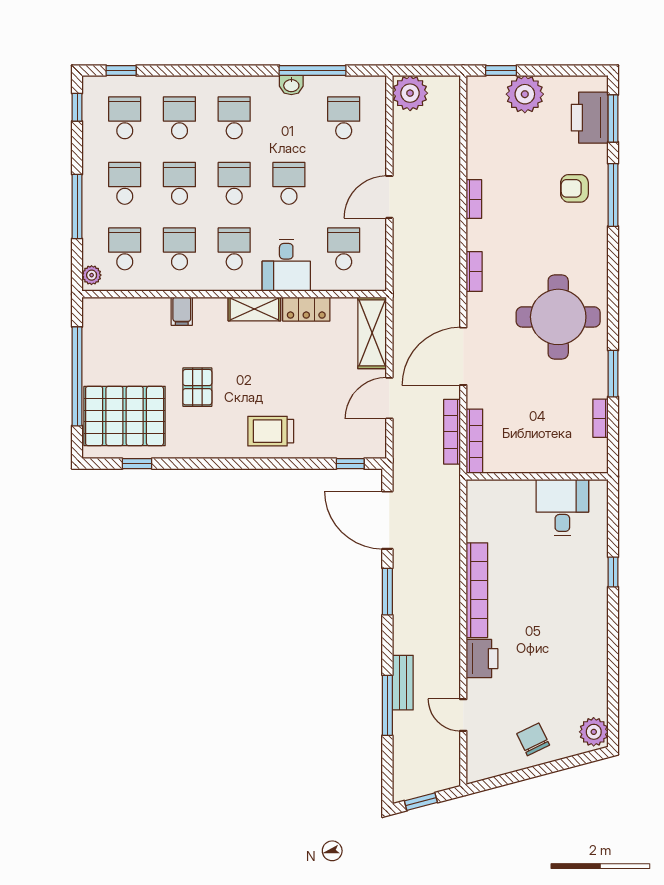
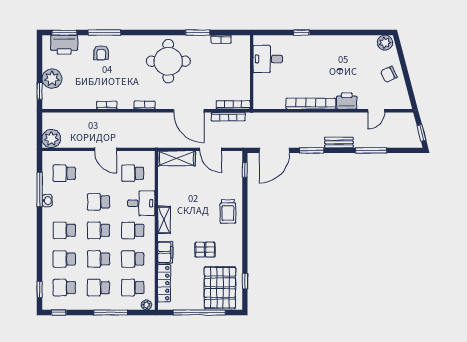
locker: (306, 309) -> (164, 283), moved, width x1.53
filing cabinet: (182, 311) -> (165, 252), width x2.00
bench: (403, 683) -> (339, 142), moved

